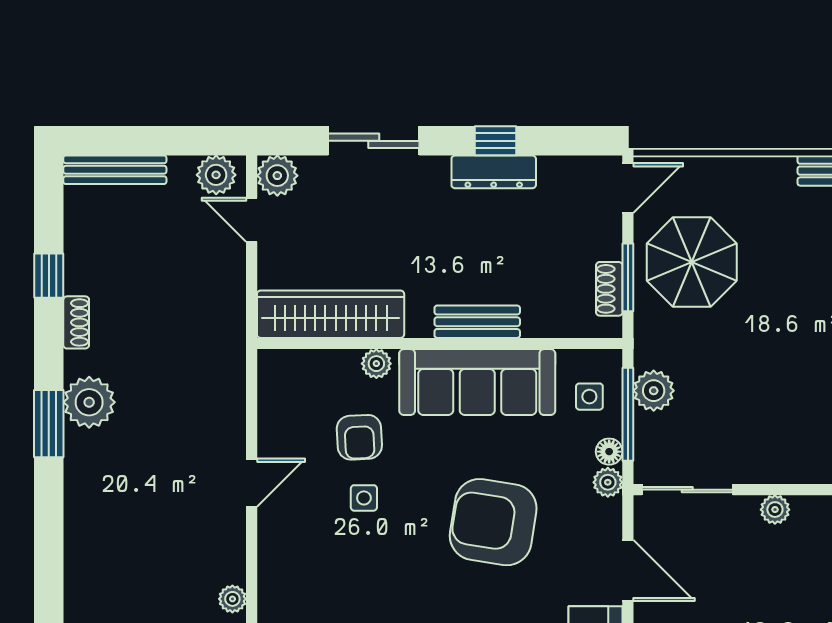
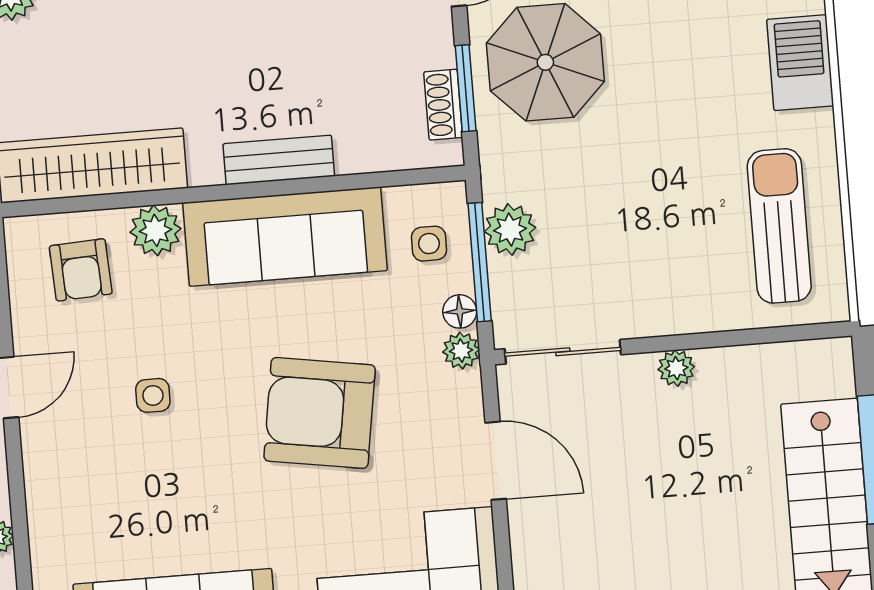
plant: (376, 364) -> (156, 230), width x1.38, depth x1.38
armchair: (359, 437) -> (81, 270), moved

